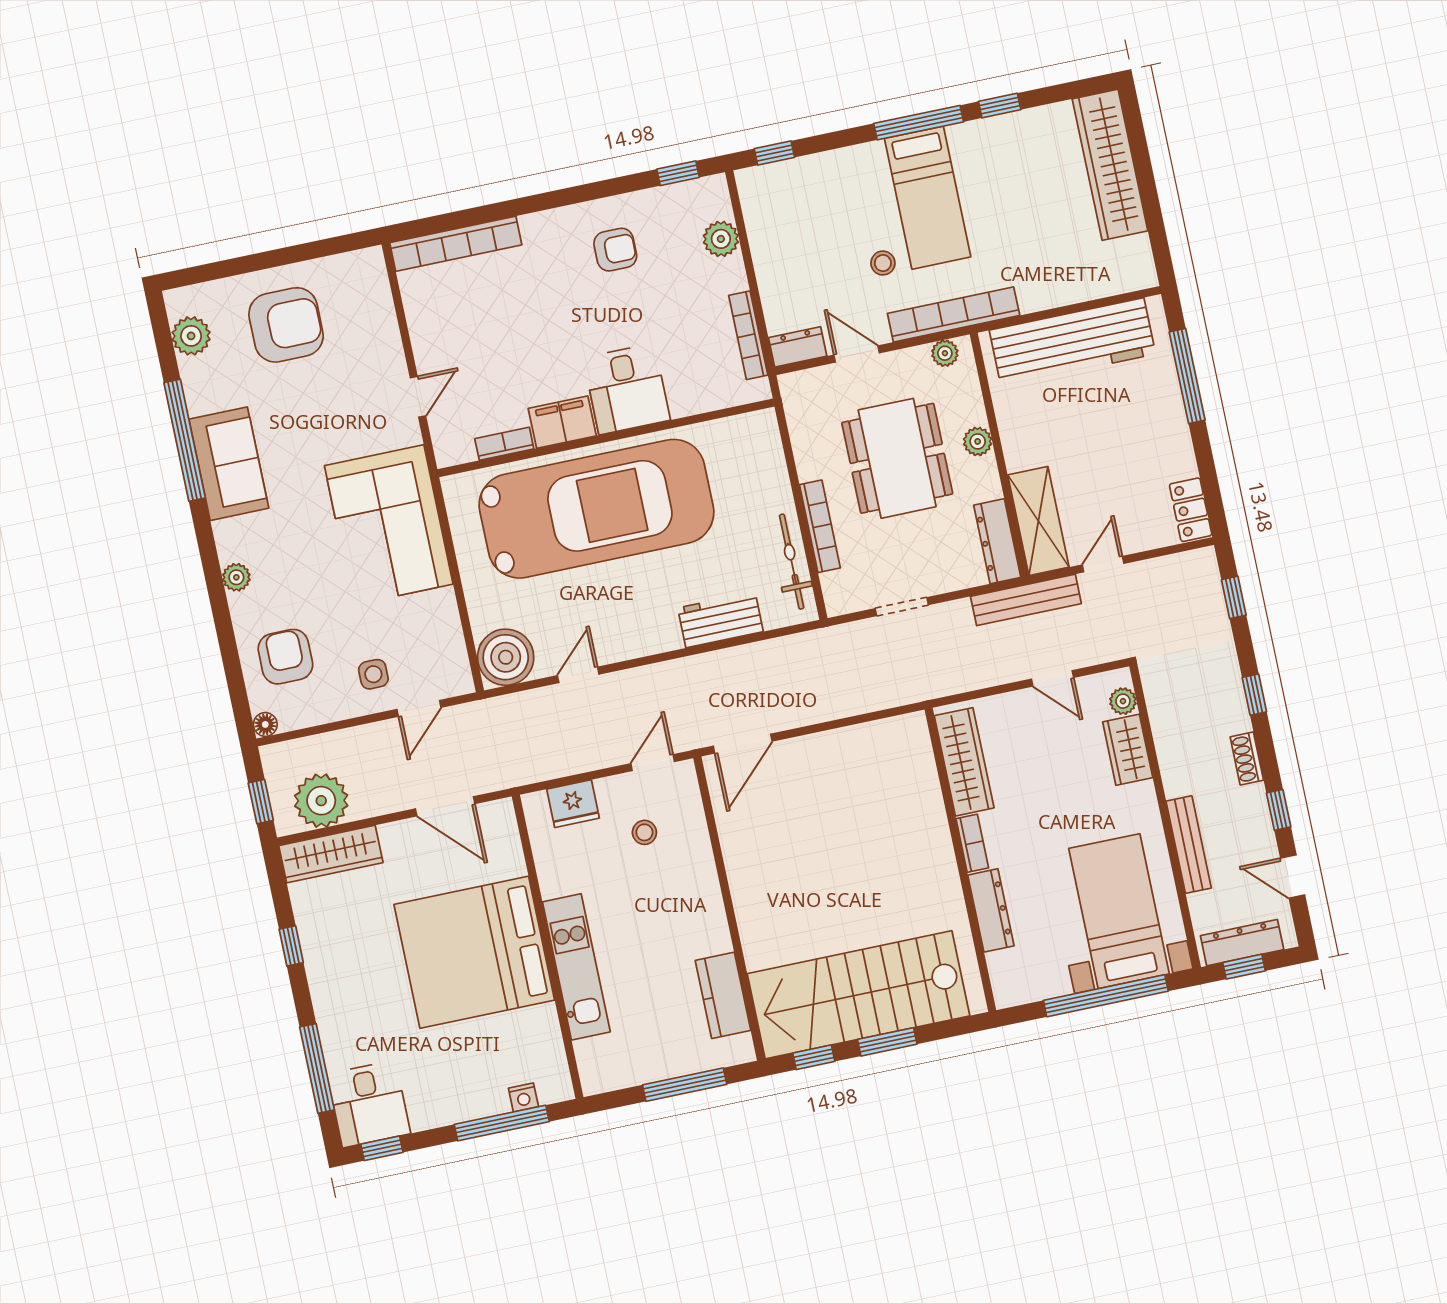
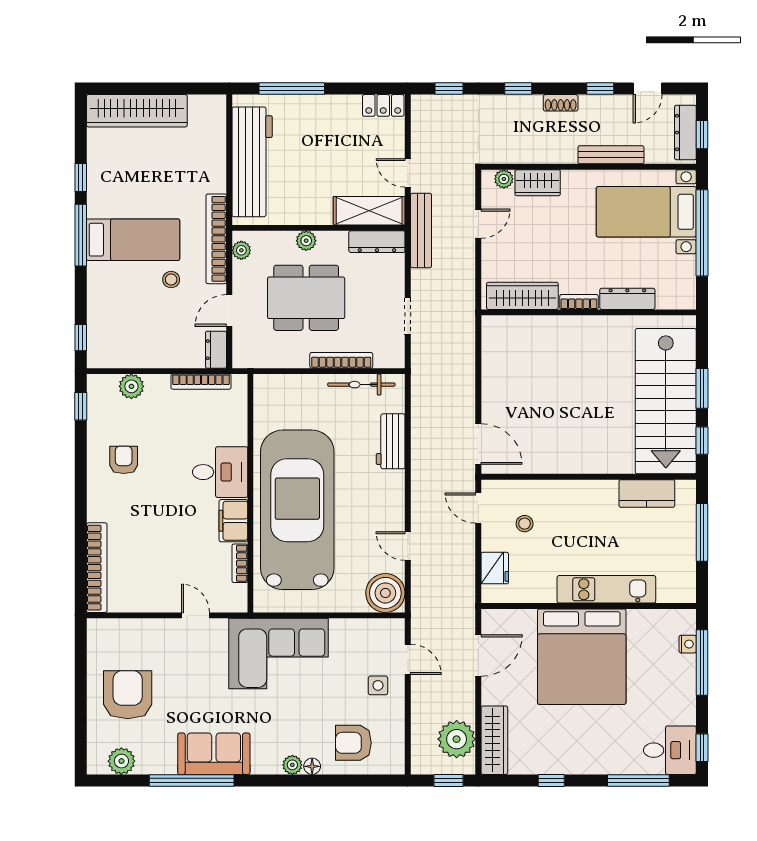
floor lamp: (265, 724) -> (312, 766), moved

